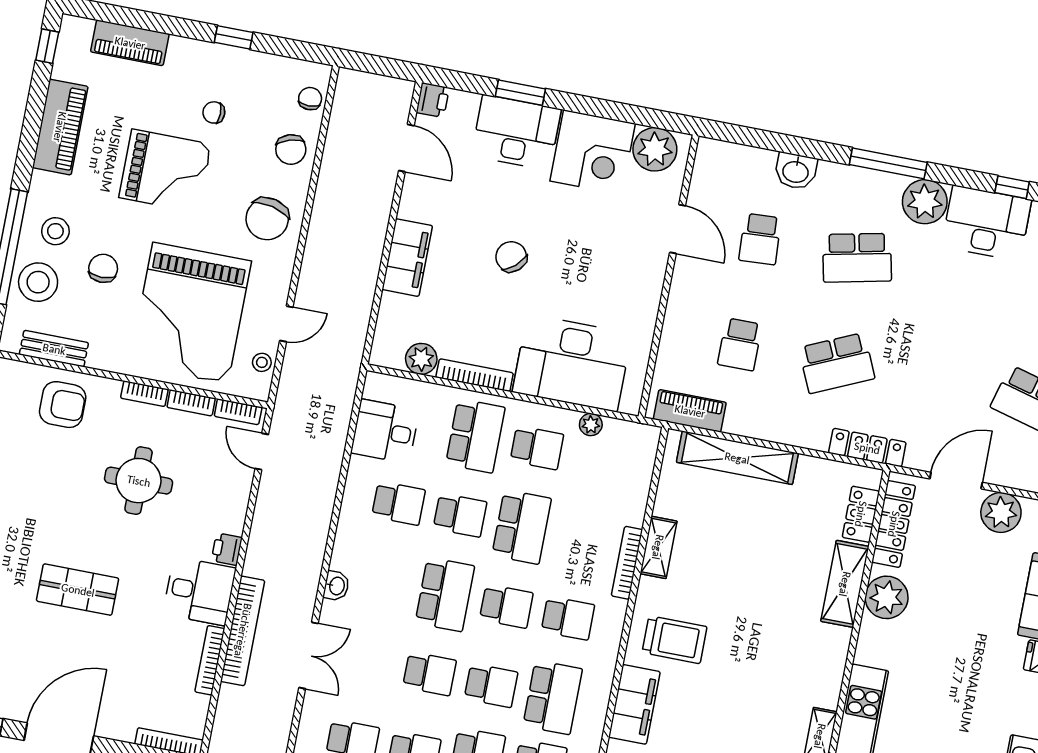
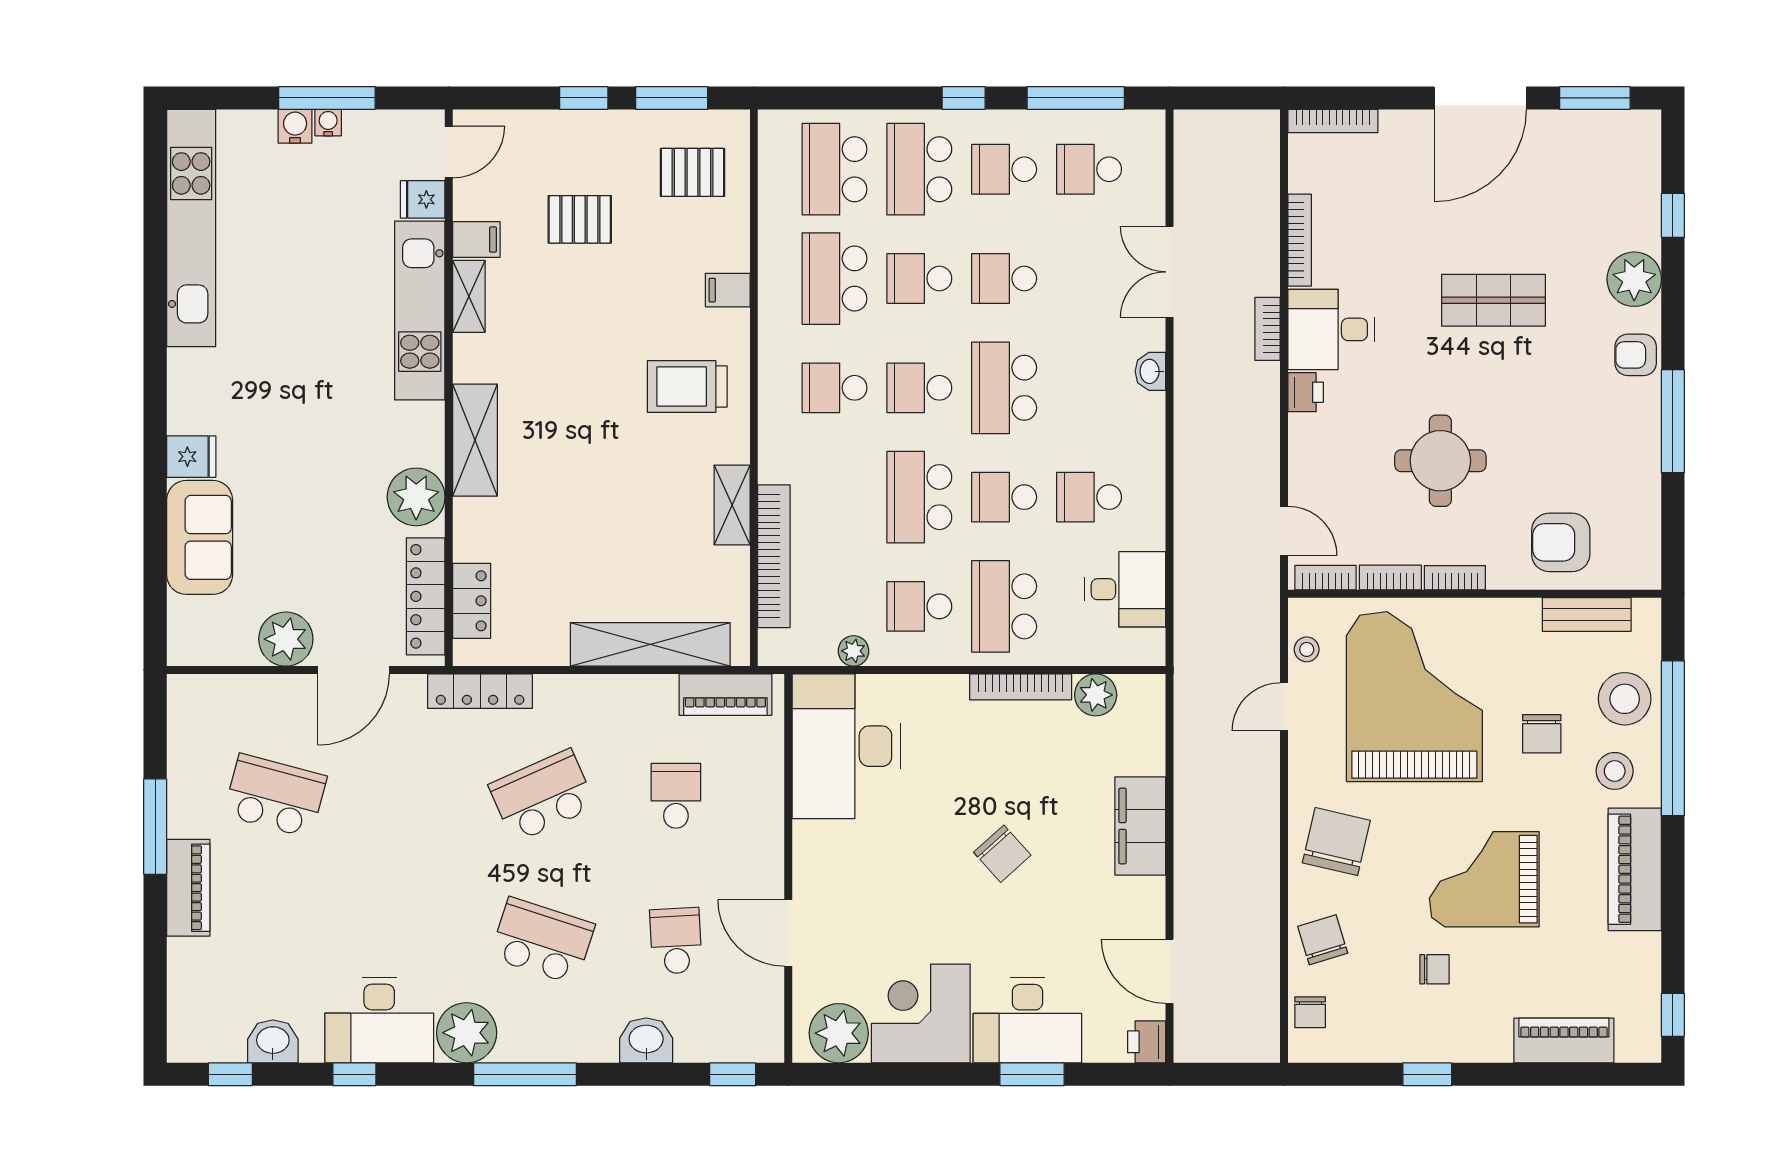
piano: (60, 127) -> (1635, 869), moved
window: (738, 134) -> (733, 1074), added
school desk: (857, 258) -> (542, 941), turned 30
desk: (572, 363) -> (846, 746), moved, turned -90
bookcase: (627, 563) -> (774, 556), moved, width x1.48, depth x1.31
shelving: (845, 584) -> (475, 440), moved
bookcase: (243, 631) -> (1268, 329), width x0.43, depth x0.76
filing cabinet: (634, 704) -> (728, 290), width x0.33, depth x0.86

